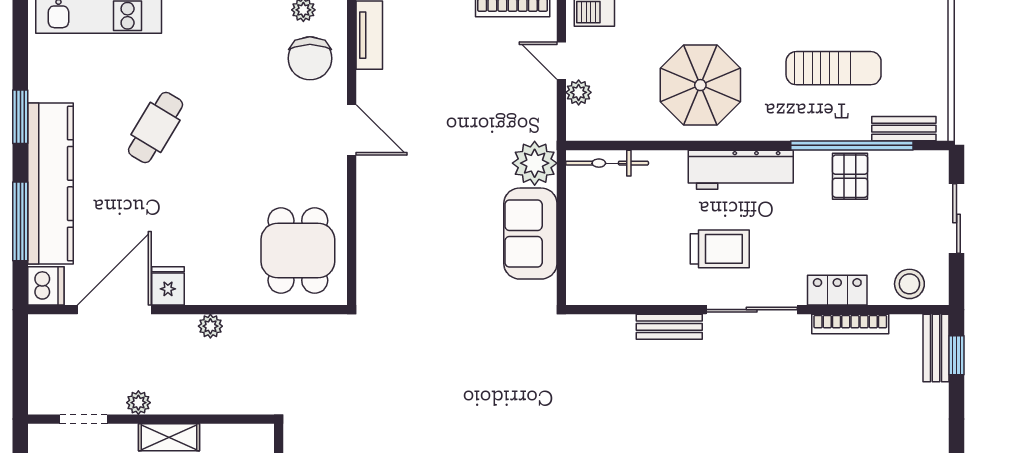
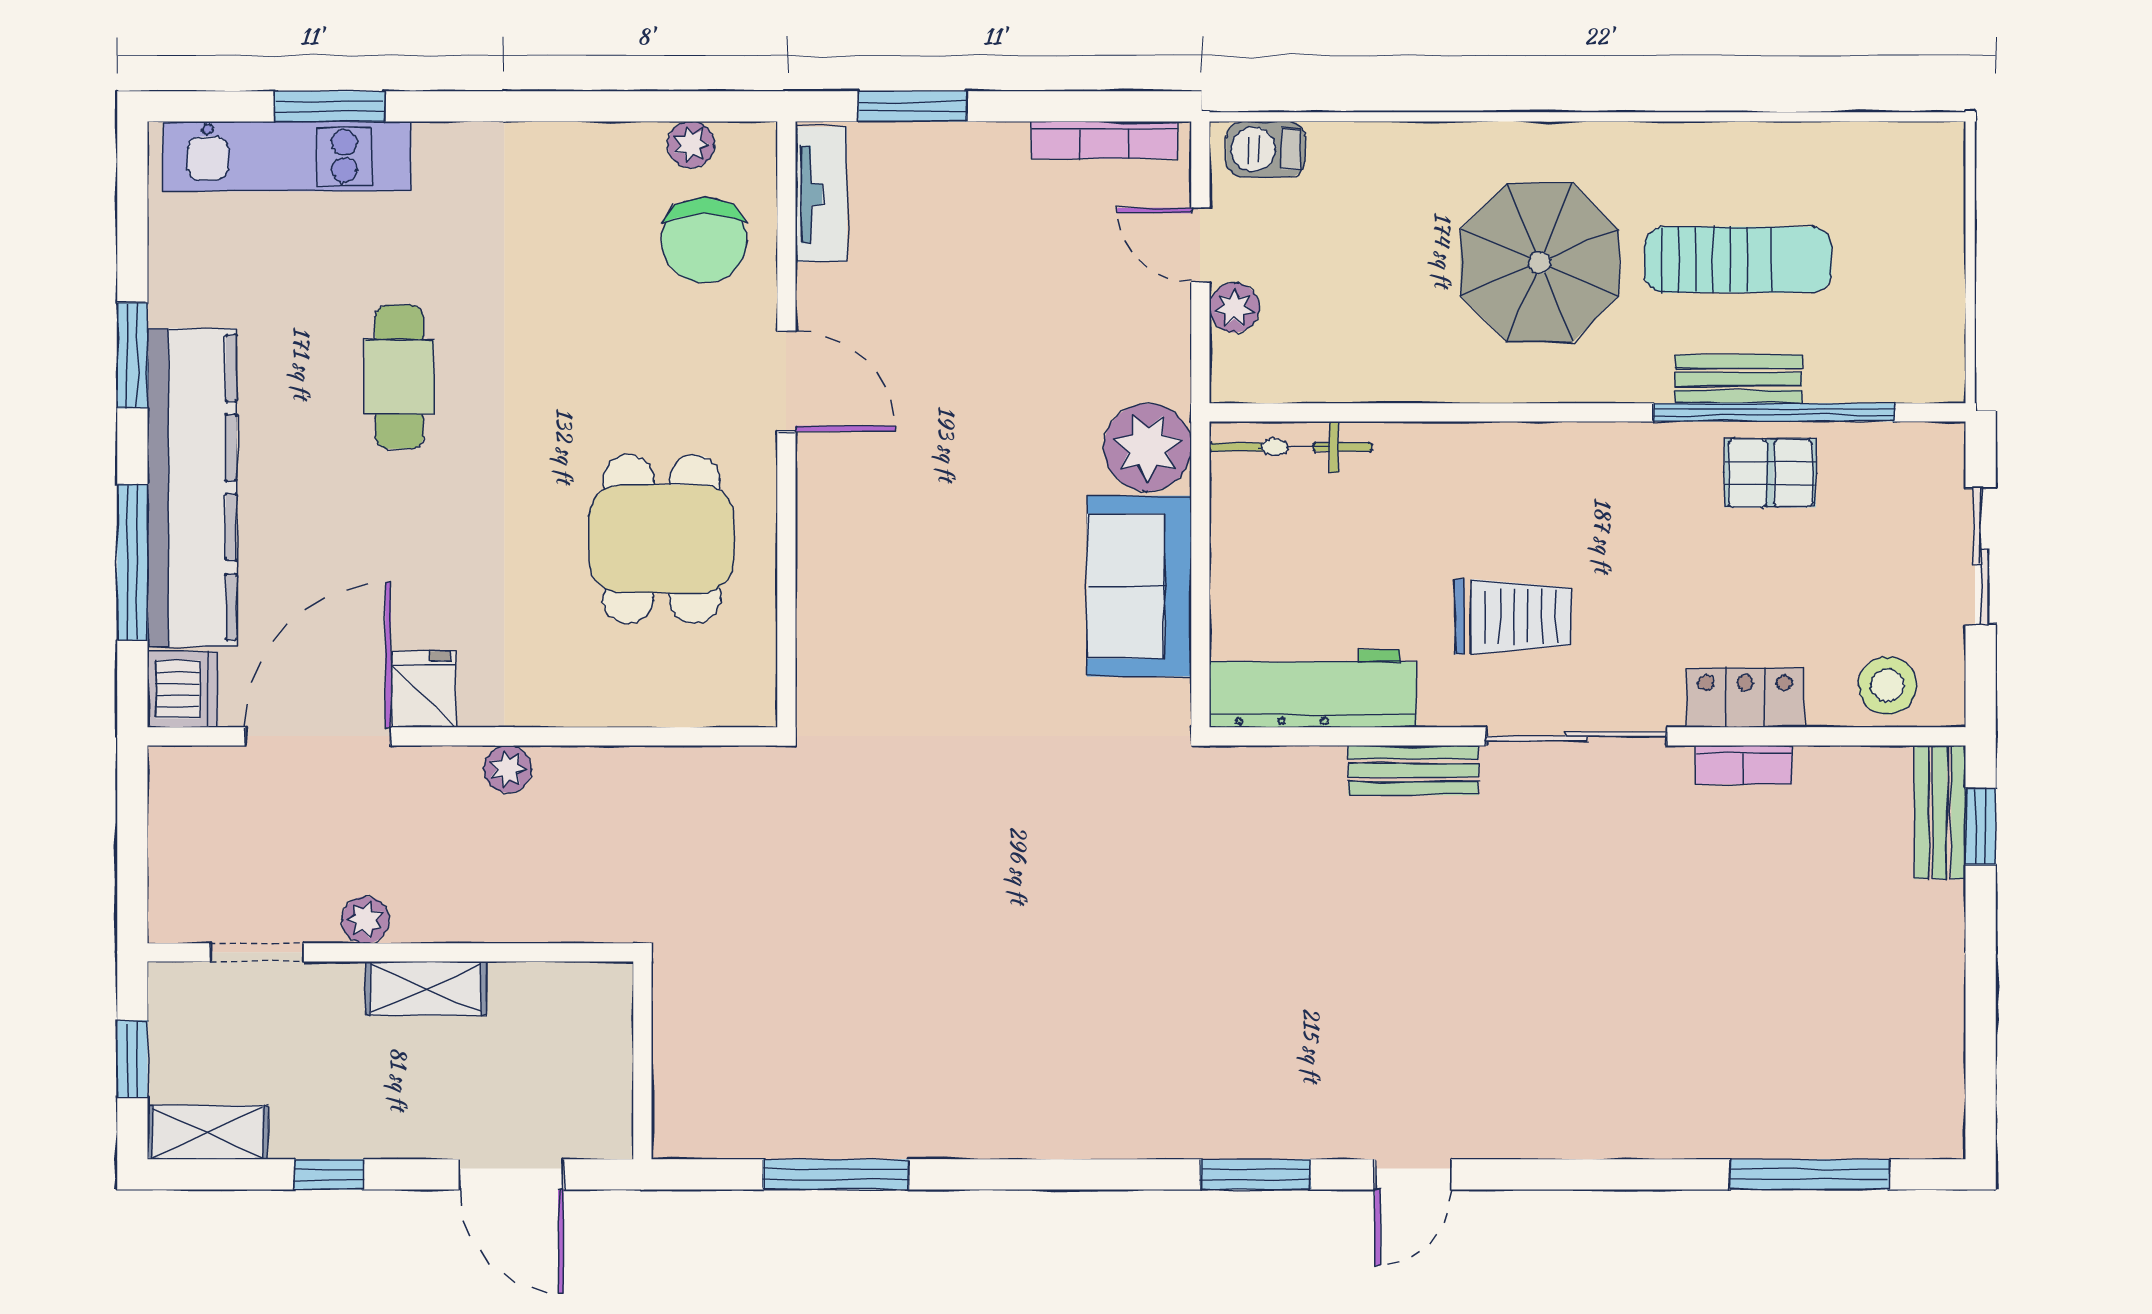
parasol: (700, 85) -> (1540, 263), moved
cafe table: (156, 127) -> (399, 377), turned -31
bench: (904, 129) -> (1738, 379), moved
workbench: (741, 170) -> (1313, 688), moved, turned 180
pallet: (850, 176) -> (1770, 473), turned 90
dining table: (298, 250) -> (661, 539), moved
bookcase: (850, 324) -> (1744, 765), width x0.64

